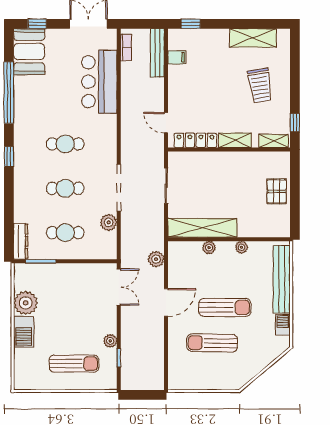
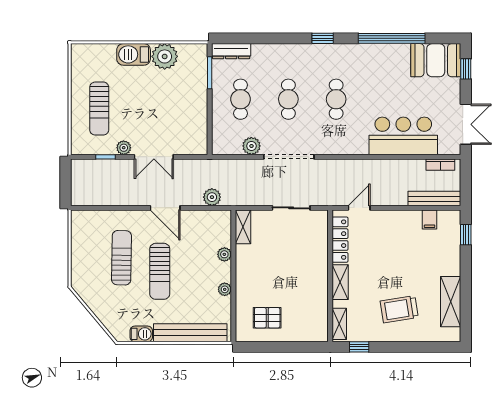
pallet: (277, 191) -> (267, 318), moved
shelving: (202, 228) -> (243, 227), width x0.45, depth x0.75
double door: (119, 287) -> (154, 157), moved

